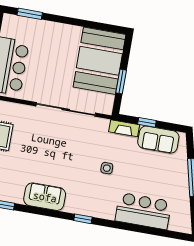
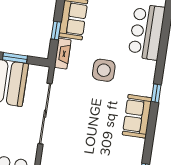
side table: (107, 168) -> (104, 70), width x1.87, depth x1.87
sofa: (45, 197) -> (137, 116), moved

